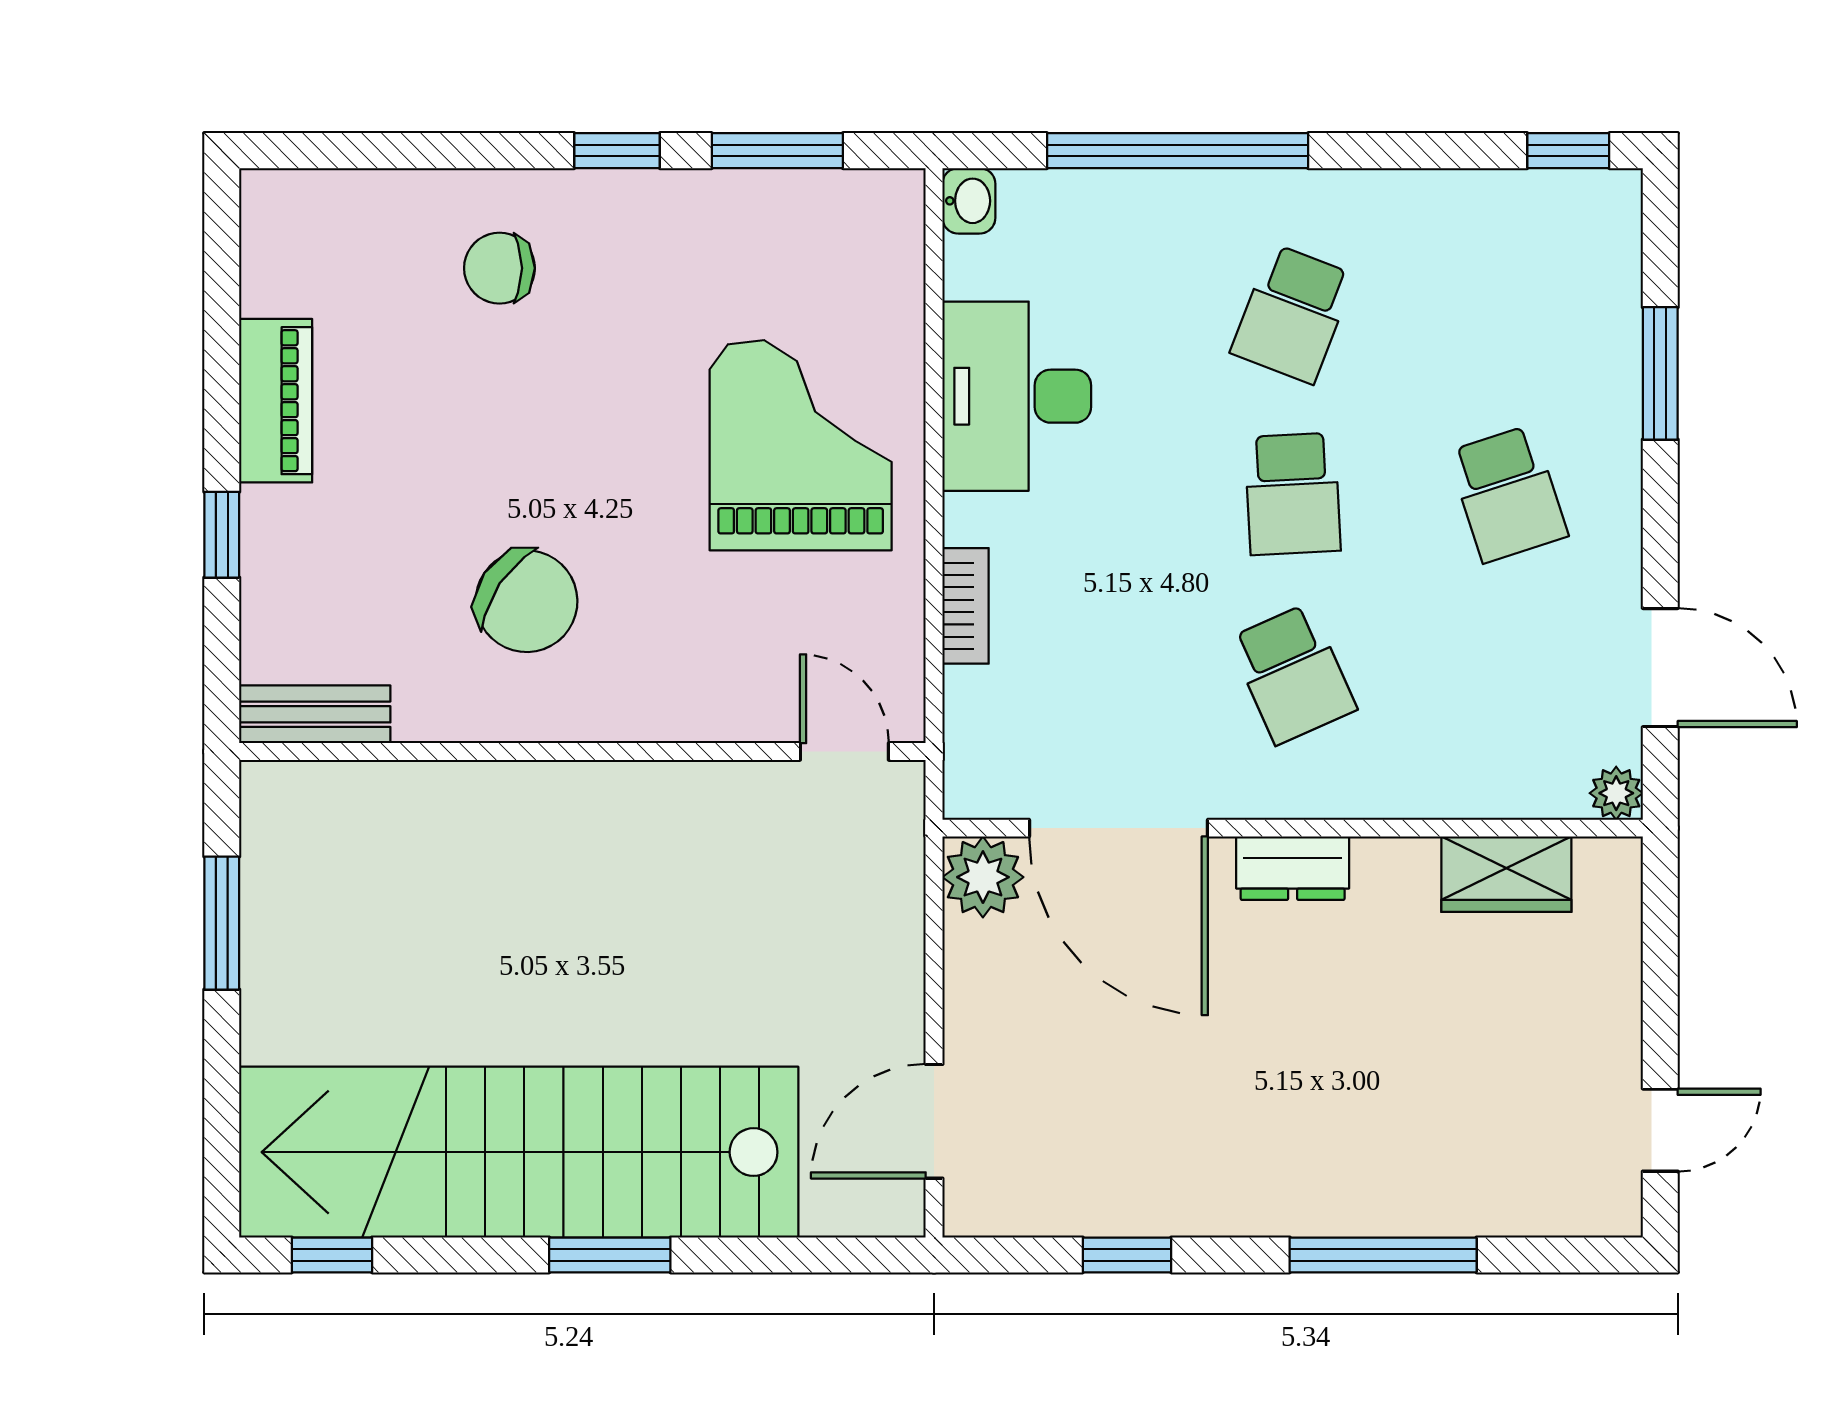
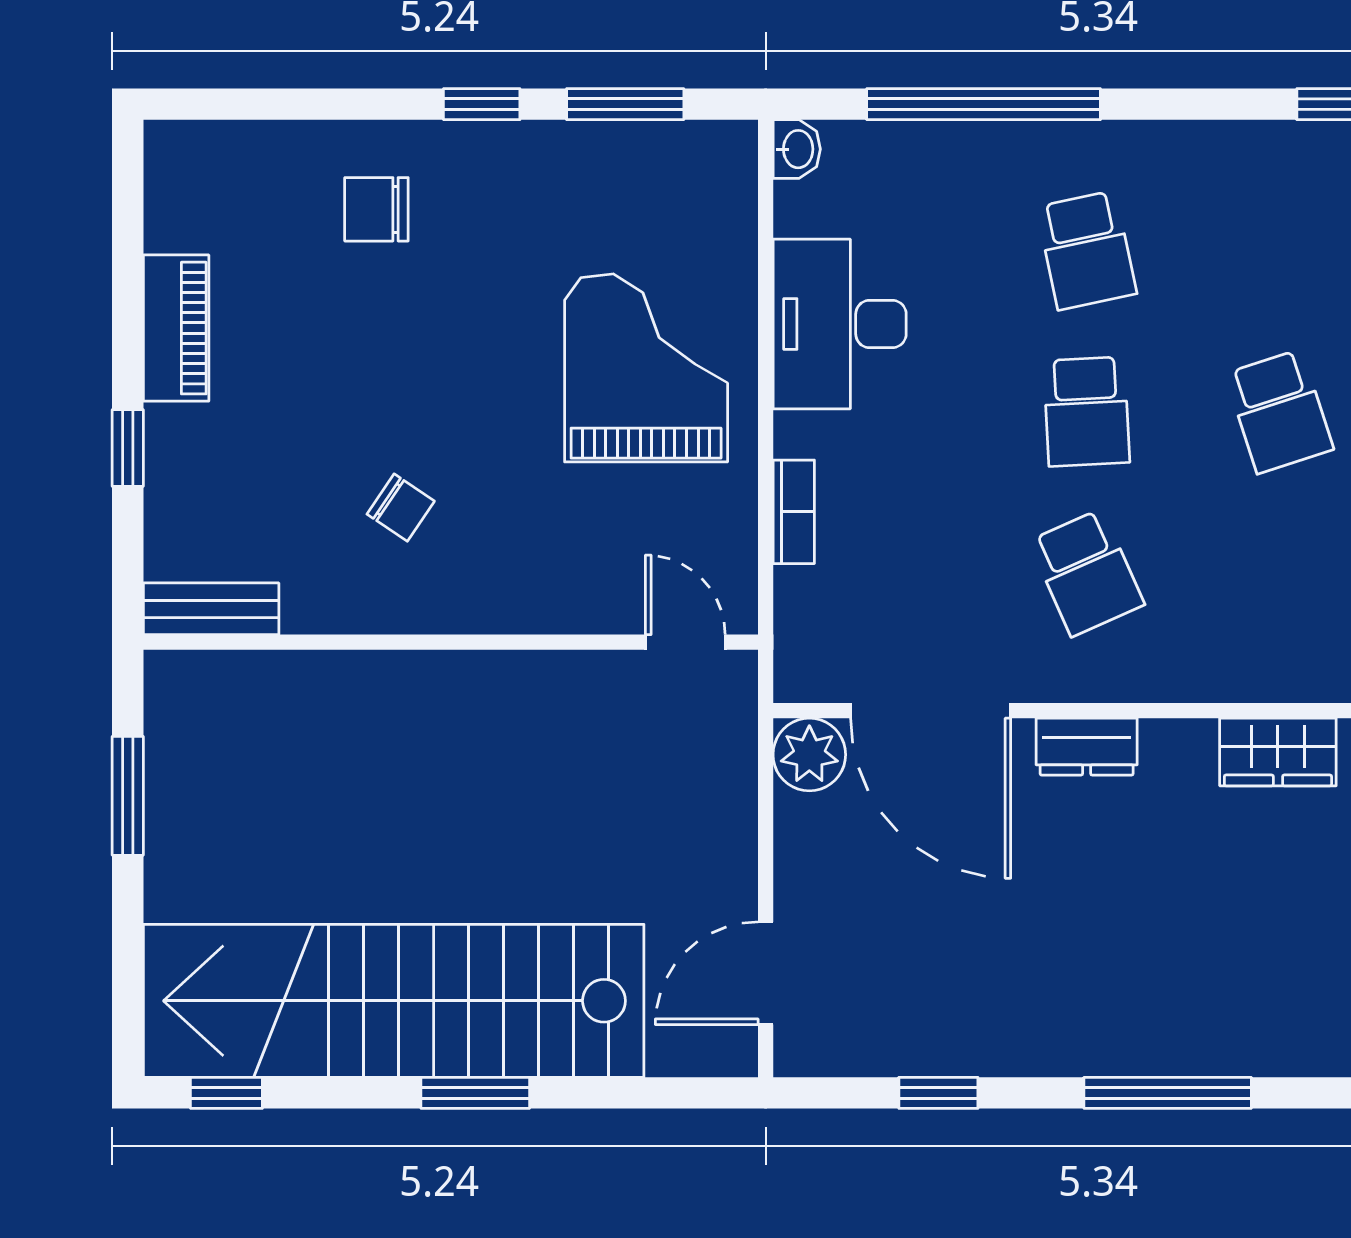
school desk: (1293, 314) -> (1087, 250), turned -33
chair: (527, 601) -> (401, 508), width x0.54, depth x0.54

